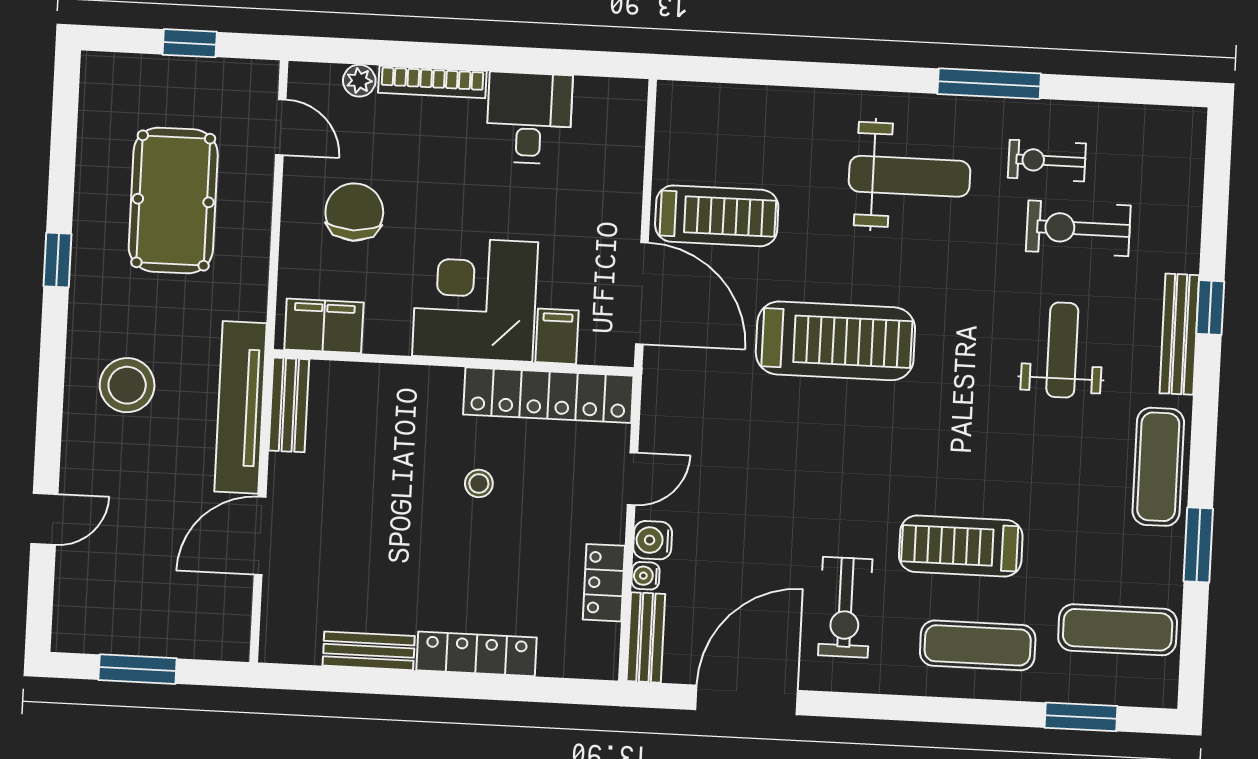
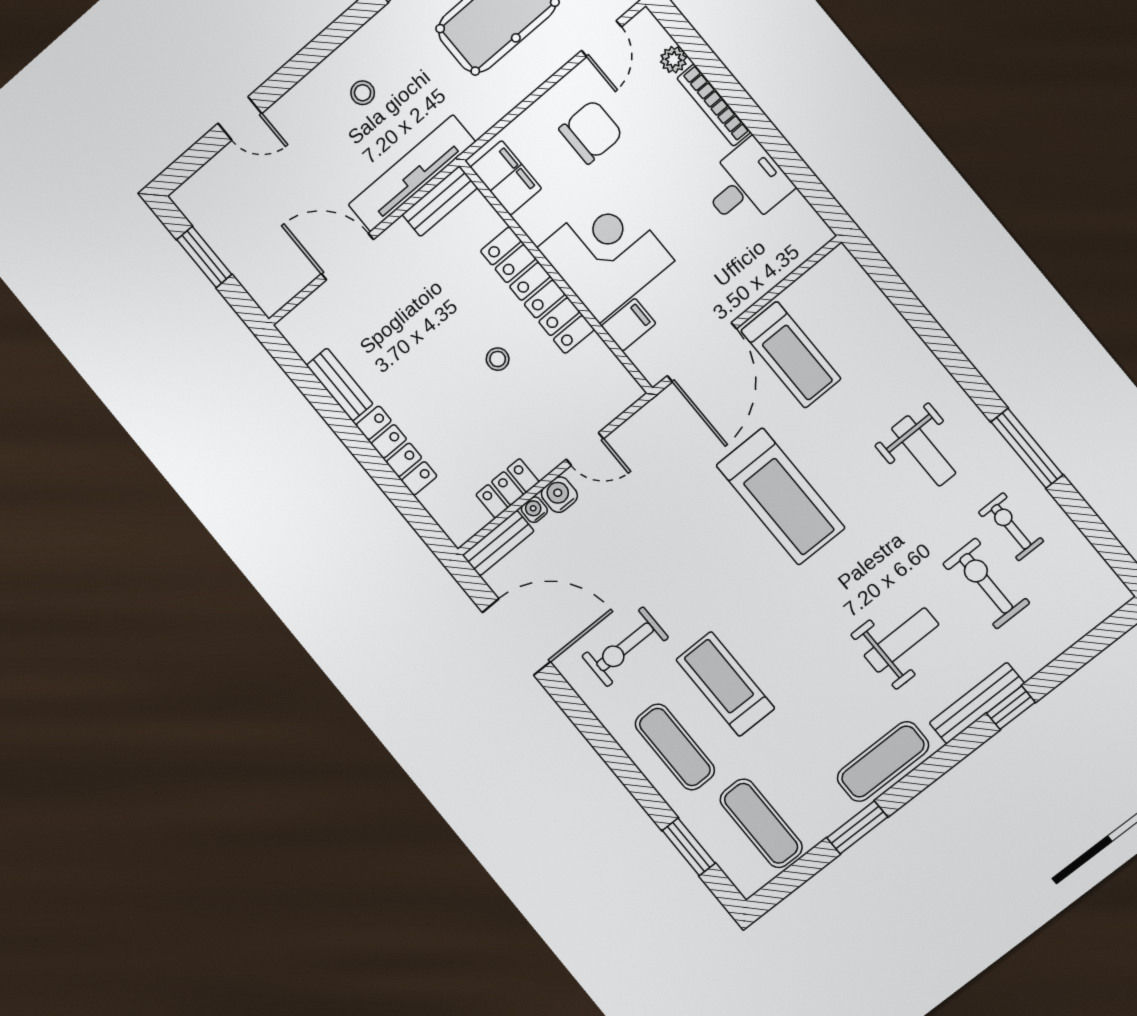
weight bench: (909, 176) -> (924, 451), width x0.73, depth x0.75
stool: (127, 385) -> (363, 93), width x0.53, depth x0.53
locker: (548, 395) -> (537, 290), moved

